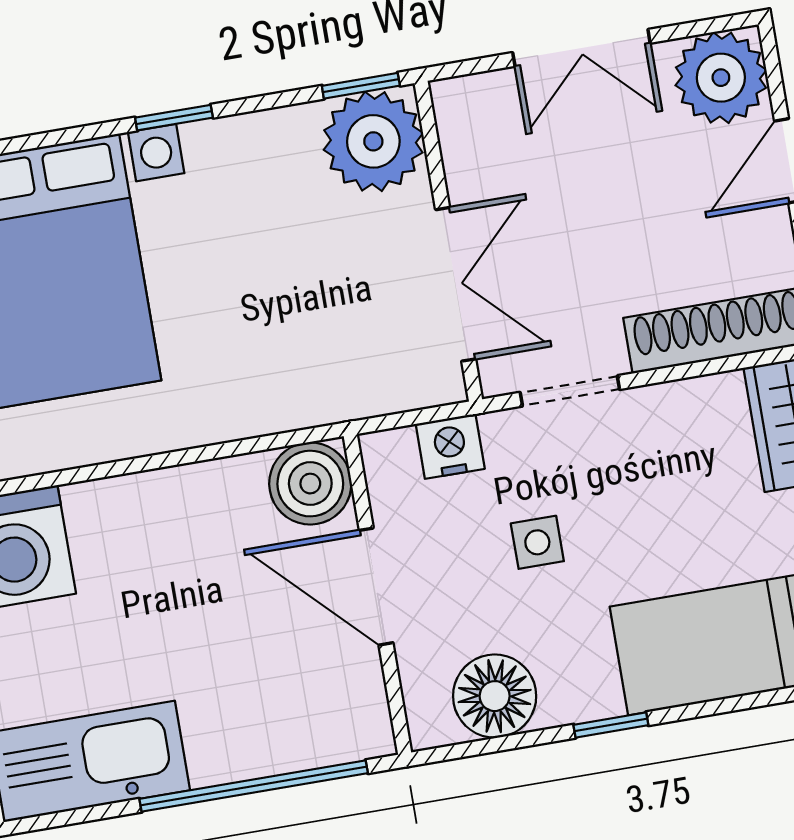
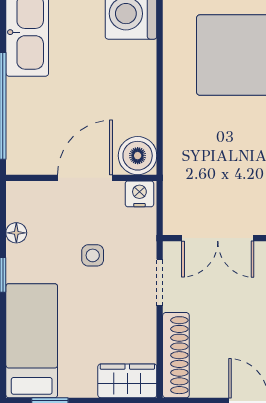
nightstand: (450, 446) -> (139, 194), moved, turned -90
floor lamp: (495, 696) -> (16, 233), width x0.53, depth x0.53

